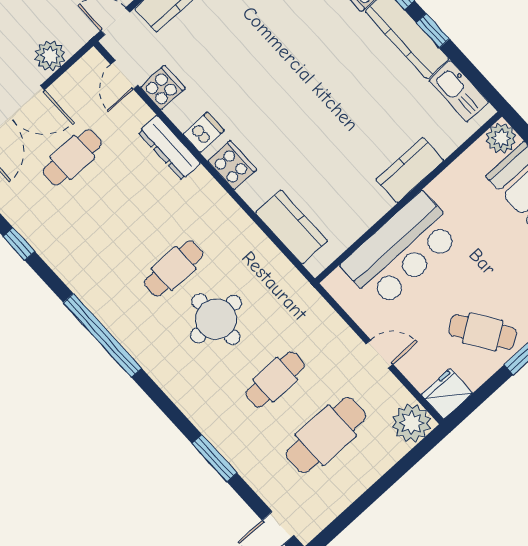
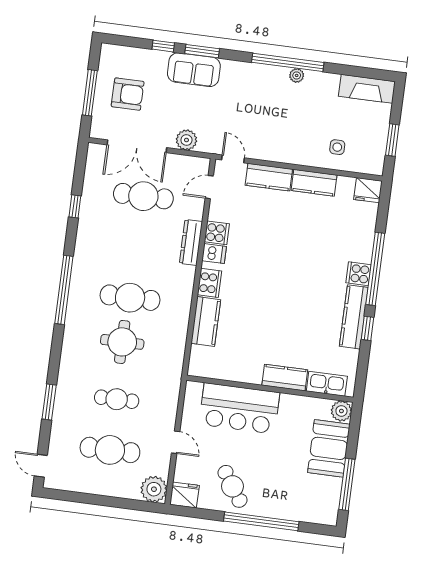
cooker: (163, 88) -> (217, 233), moved
kitchen sink: (459, 91) -> (327, 384), moved, turned 90
cafe table: (72, 157) -> (143, 196), width x1.37, depth x1.35
kitchen counter: (291, 227) -> (206, 321), moved
cafe table: (174, 268) -> (130, 298), width x1.37, depth x1.35

